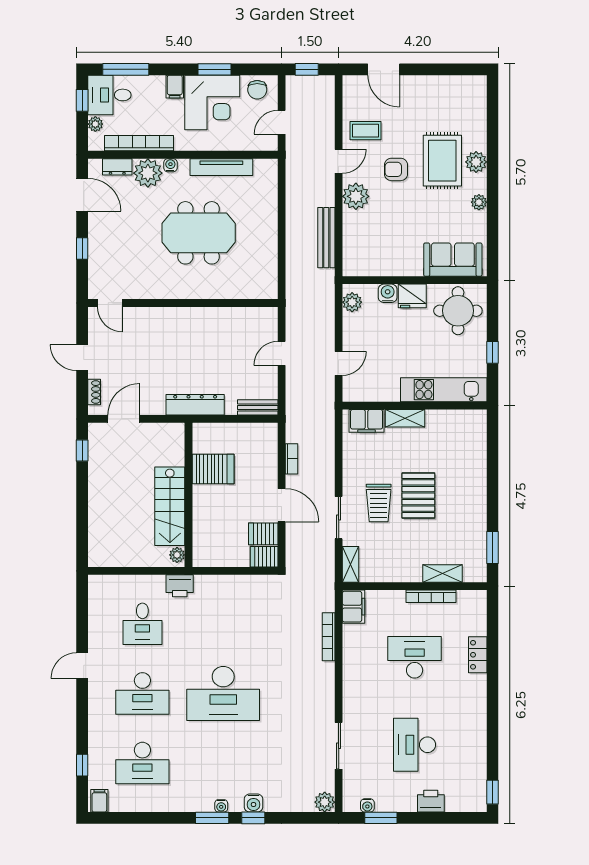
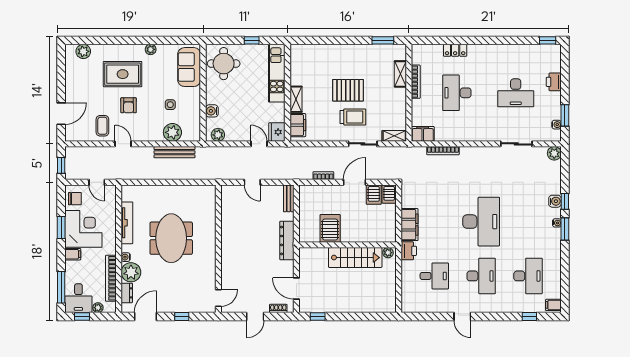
plant: (476, 162) -> (83, 51), moved
plant: (356, 196) -> (172, 132), moved
side table: (397, 231) -> (170, 105), added
fridge: (412, 296) -> (277, 132), moved, turned 180
filing cabinet: (219, 587) -> (410, 225), added

